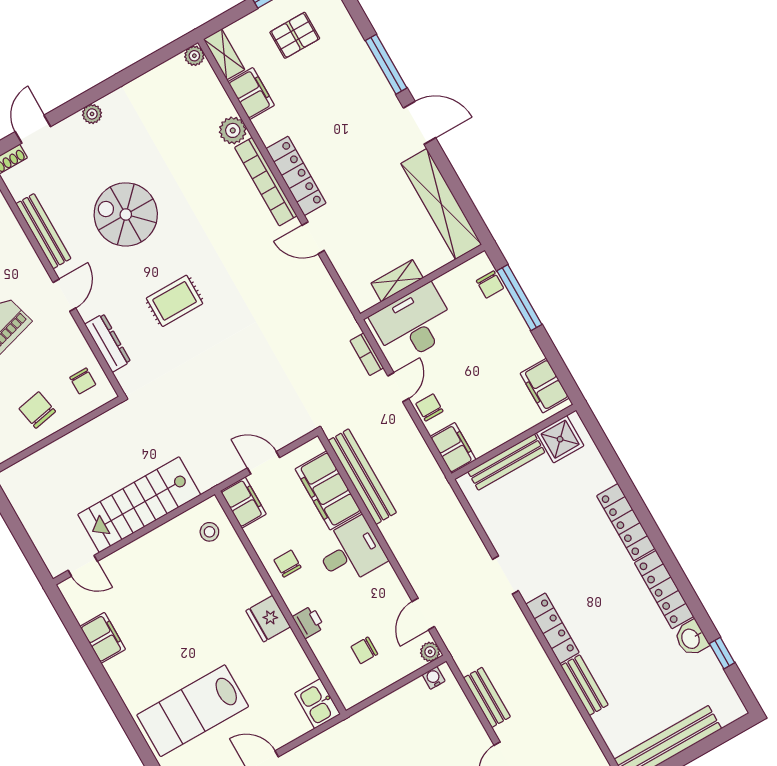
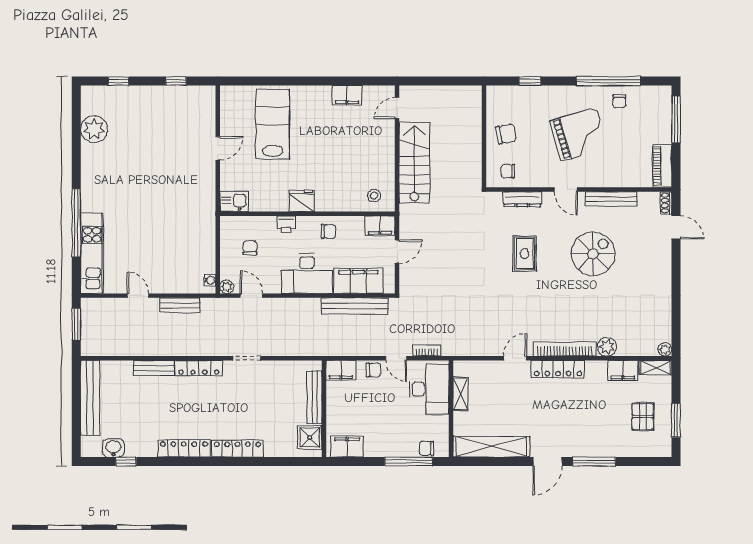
plant: (92, 114) -> (665, 268), removed
desk: (351, 552) -> (307, 273), width x1.37
washbasin: (691, 638) -> (113, 448), moved

